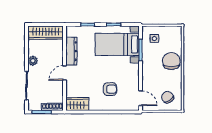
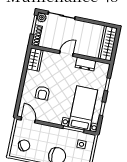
dresser: (71, 51) -> (85, 64), width x0.70
plant: (33, 61) -> (42, 17), moved
door: (65, 73) -> (66, 54), hinge flipped
door: (141, 98) -> (28, 120), swing flipped

